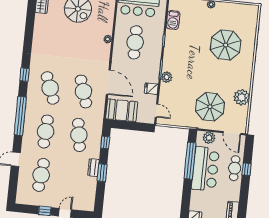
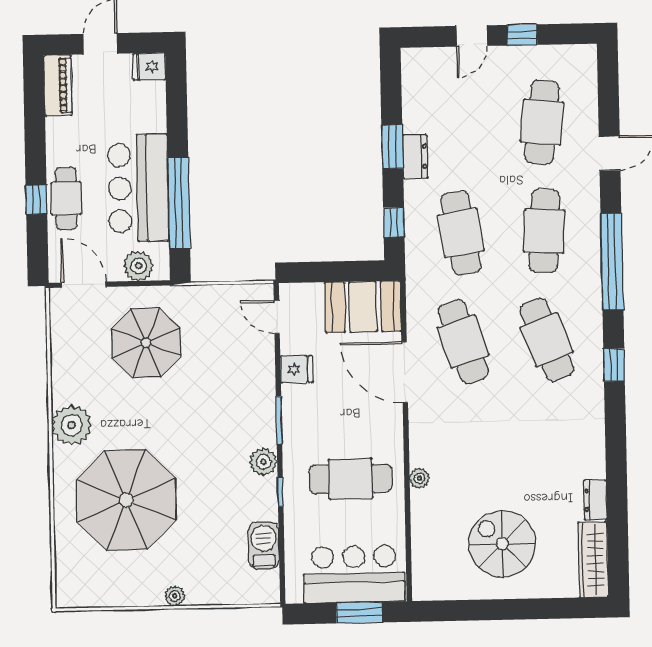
dresser: (39, 22) -> (595, 500), added
cafe table: (135, 42) -> (351, 479), turned 90
parasol: (226, 45) -> (126, 500), width x1.36, depth x1.36
plant: (167, 77) -> (263, 462), moved
plant: (242, 97) -> (72, 425), moved

